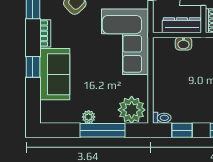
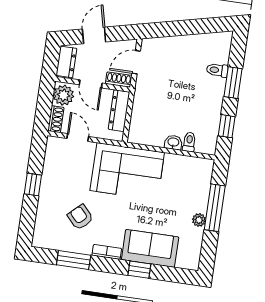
washbasin: (183, 44) -> (173, 142), moved, turned -90
plant: (132, 110) -> (198, 175), removed
toilet: (162, 118) -> (189, 142), moved

